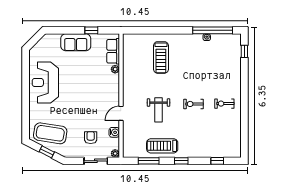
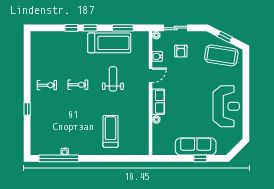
window: (91, 30) -> (200, 158), moved
sofa: (76, 42) -> (196, 146), width x1.36
row of seats: (113, 51) -> (158, 102), moved
window: (244, 51) -> (27, 109), moved
treadmill: (162, 146) -> (109, 43), width x1.37, depth x1.38
window: (217, 161) -> (71, 28), moved

